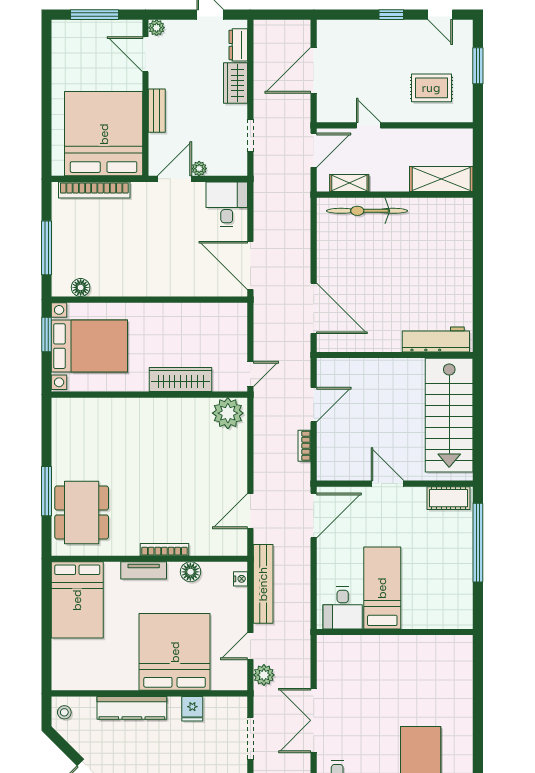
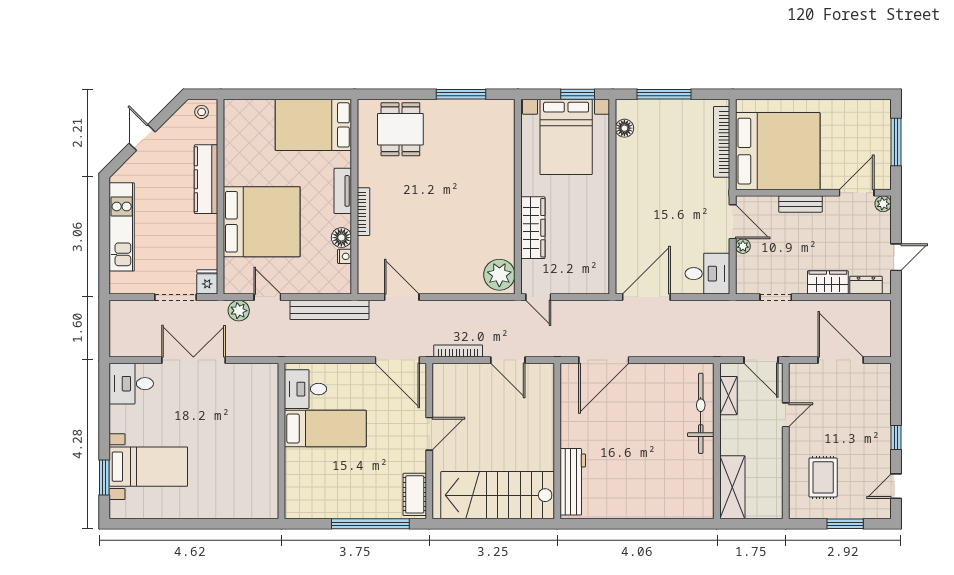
bookcase: (304, 446) -> (458, 351), width x1.56
window: (47, 491) -> (461, 94), moved
dining table: (82, 512) -> (400, 129), width x0.73
nightstand: (241, 579) -> (345, 256), moved, turned -90
fridge: (192, 709) -> (207, 282), moved, turned 90

